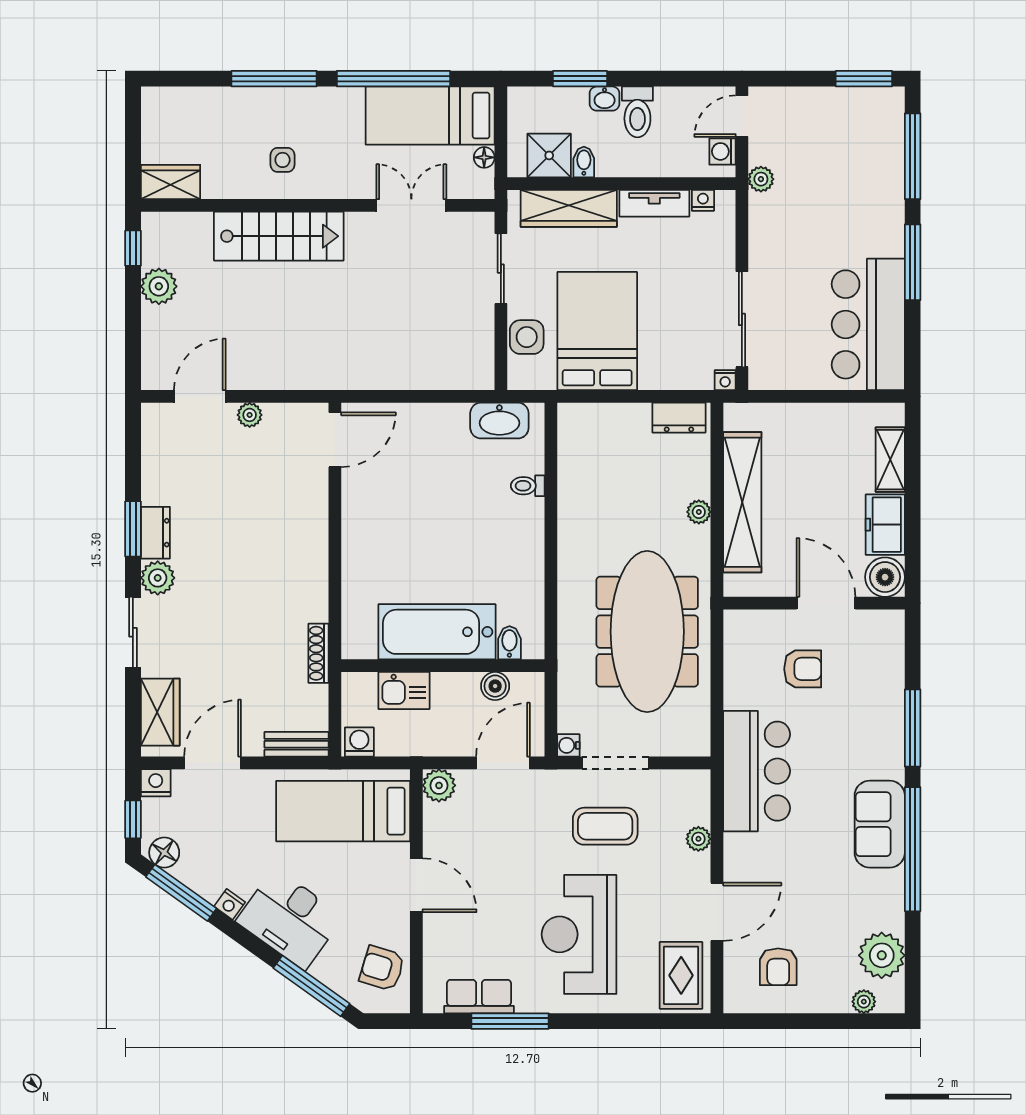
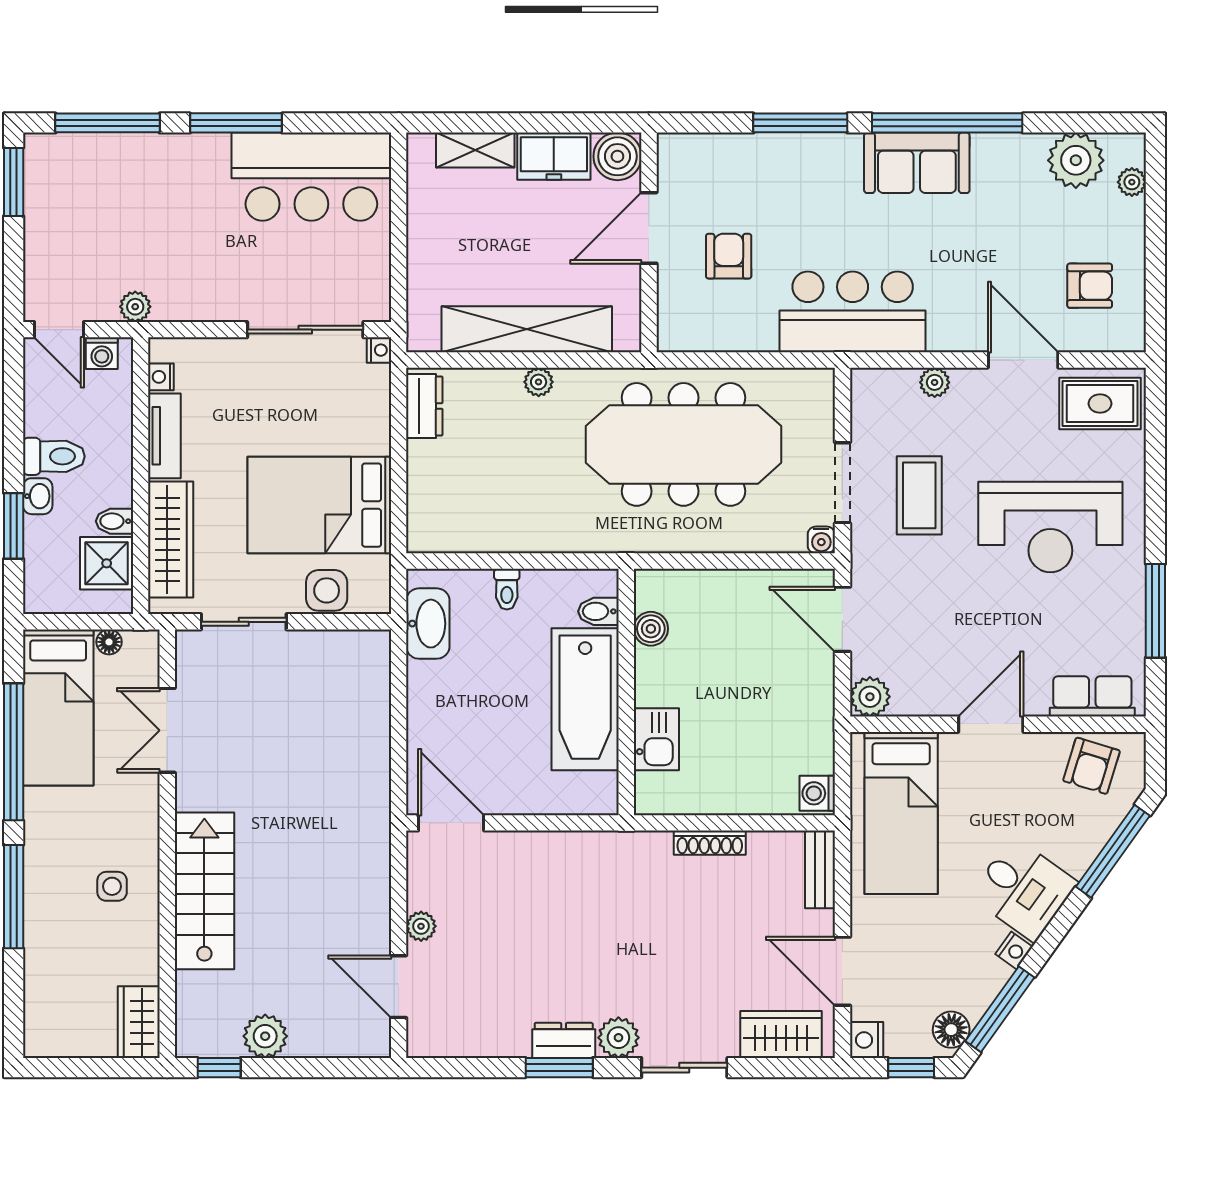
bathtub: (437, 632) -> (585, 699), moved
bidet: (509, 643) -> (598, 611), moved
wall: (443, 666) -> (626, 692), moved
boiler: (495, 686) -> (651, 629), moved
kitchen sink: (404, 691) -> (656, 739), moved
desk: (290, 919) -> (1023, 889), width x0.73
row of seats: (479, 997) -> (1092, 696), moved, turned 90

